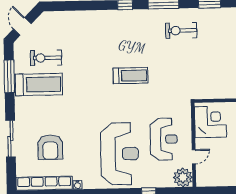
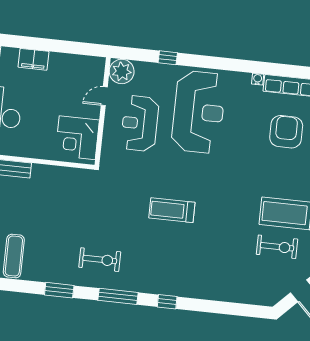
reception desk: (120, 154) -> (199, 112), turned 180

